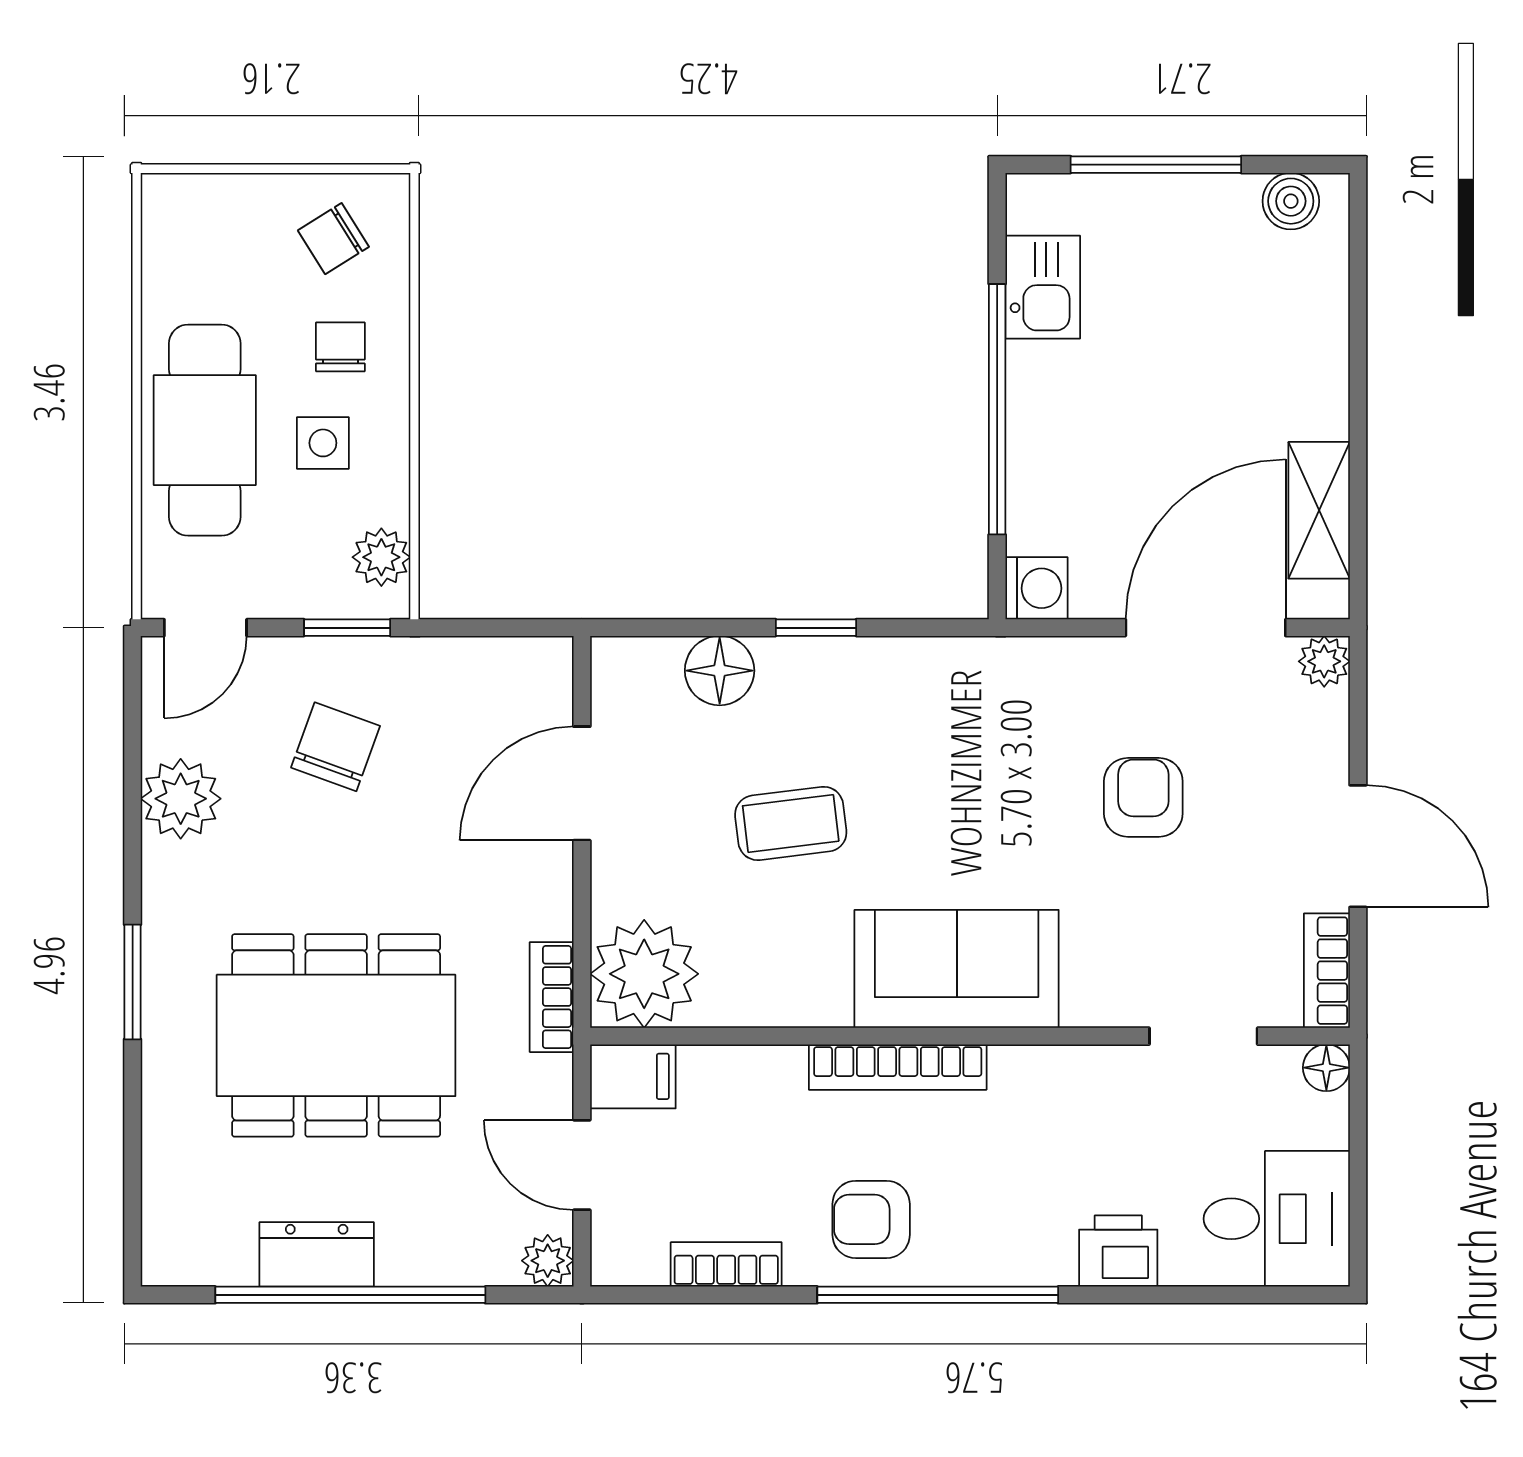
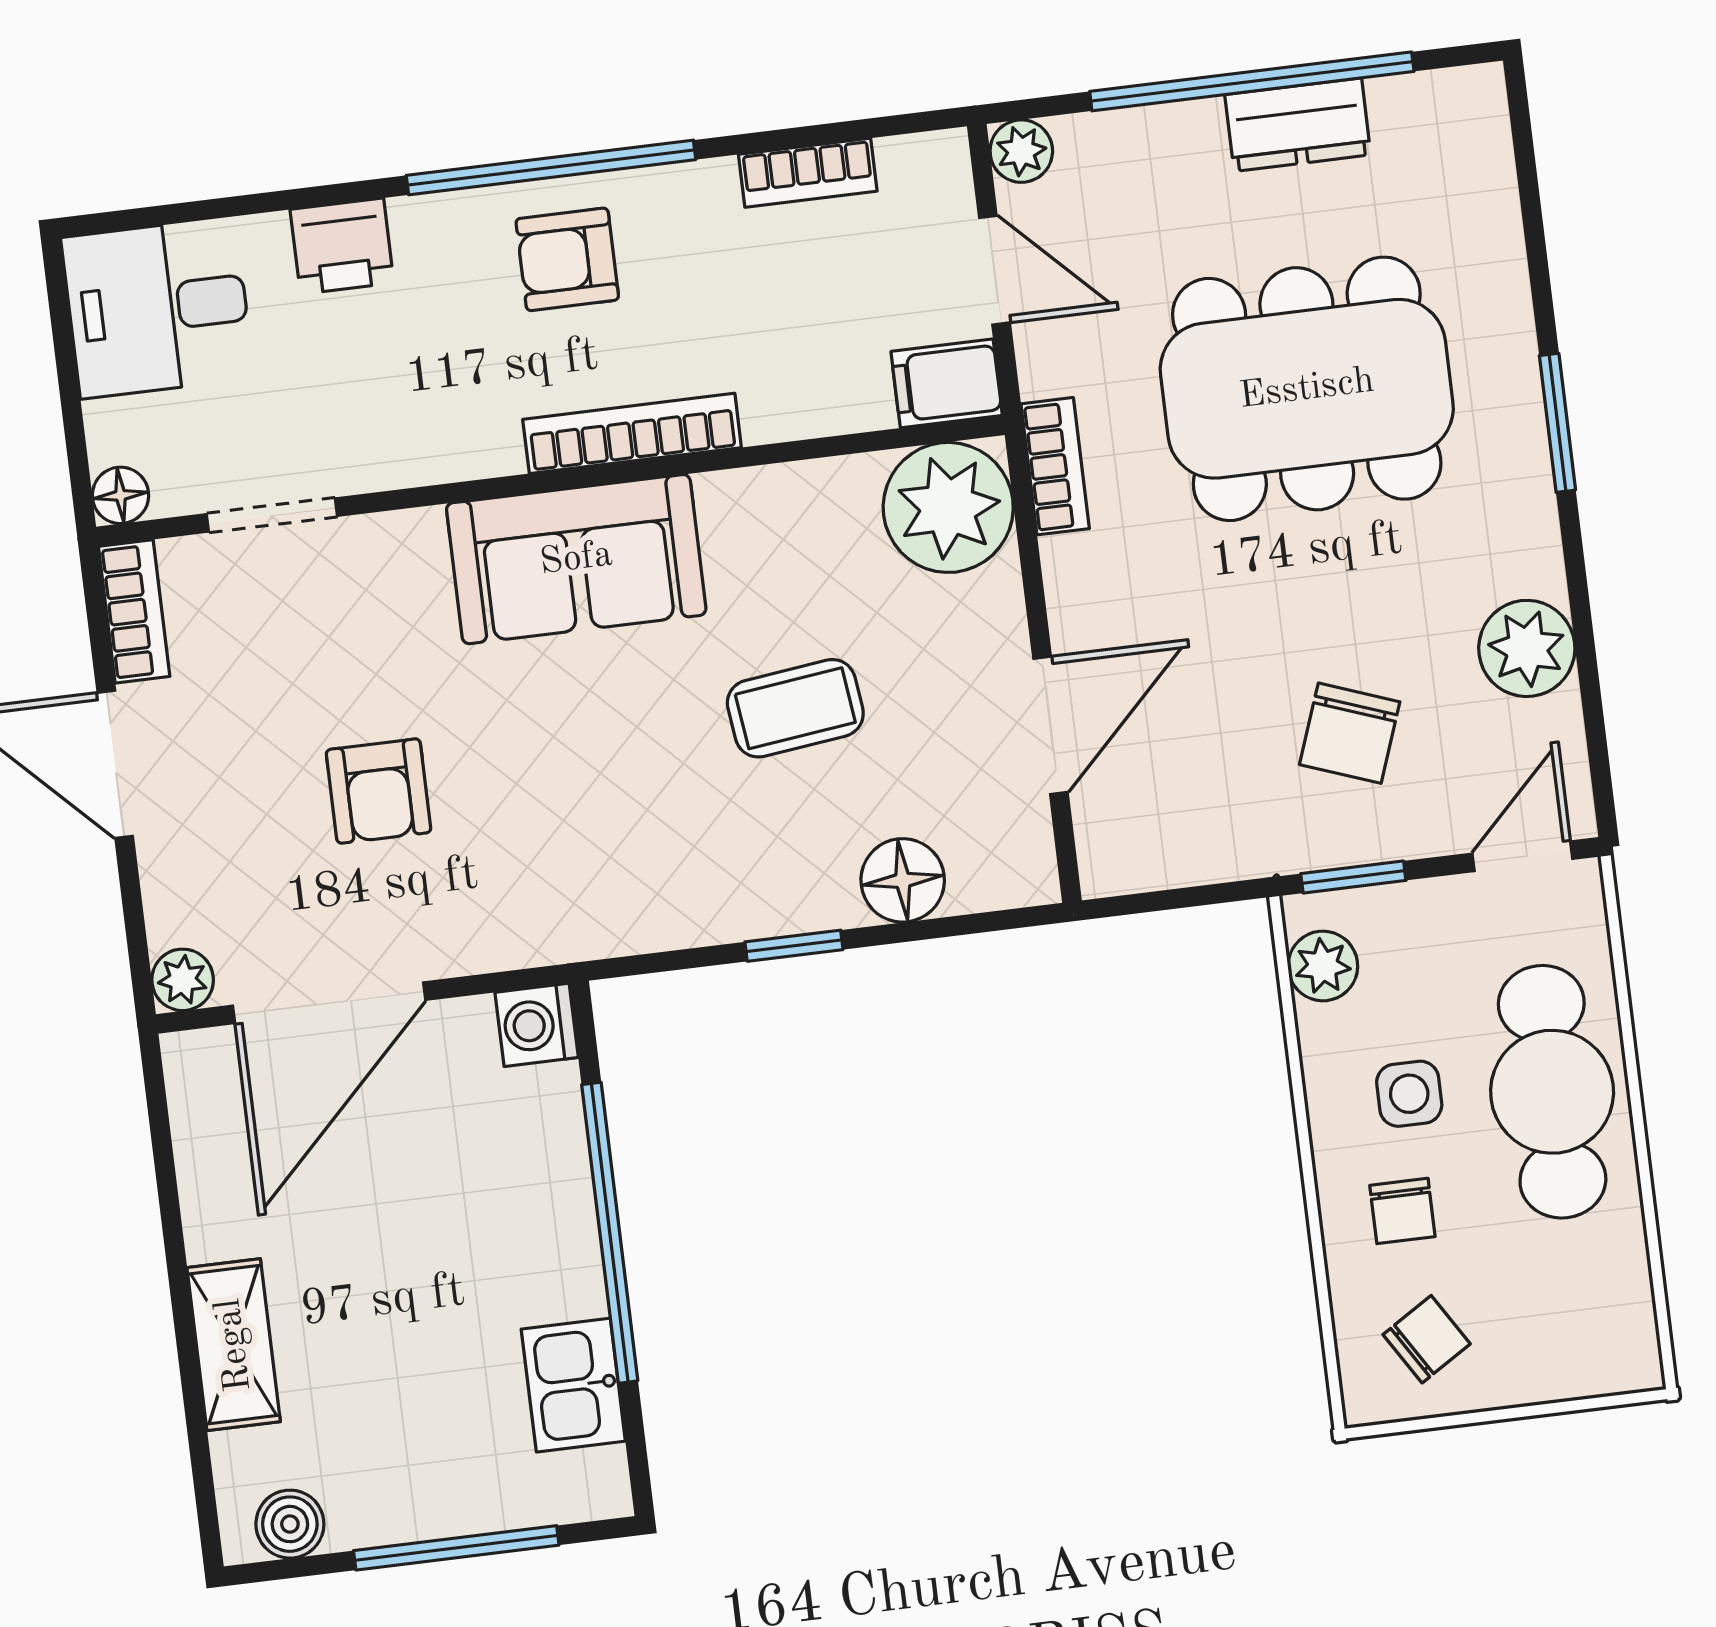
shelving: (1319, 510) -> (234, 1345), moved
armchair: (871, 1219) -> (567, 259), moved, turned 180

